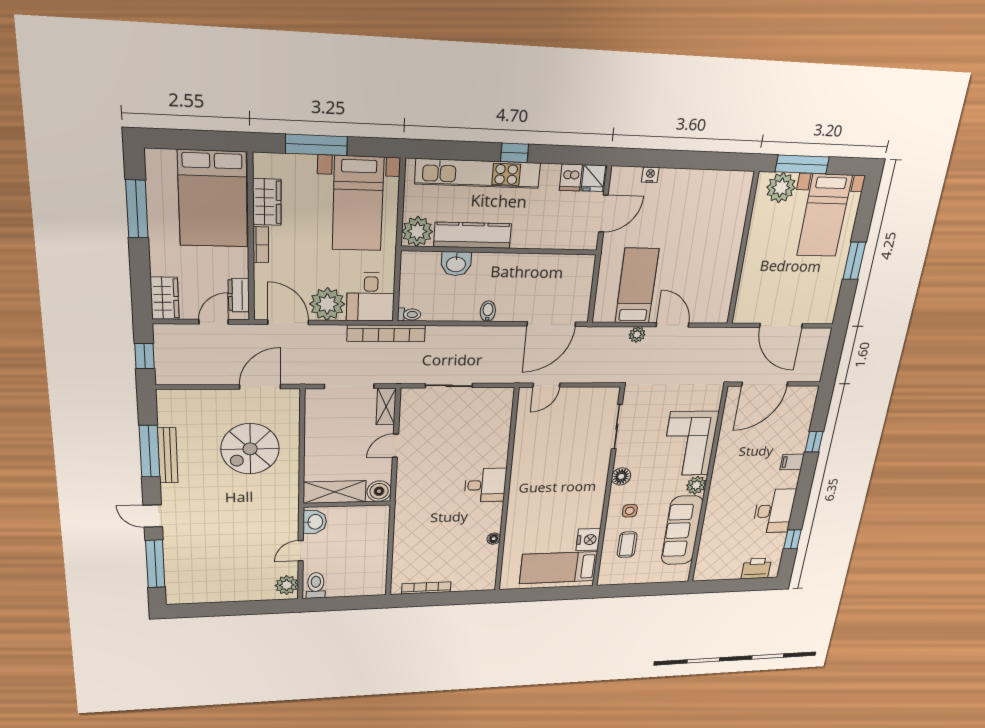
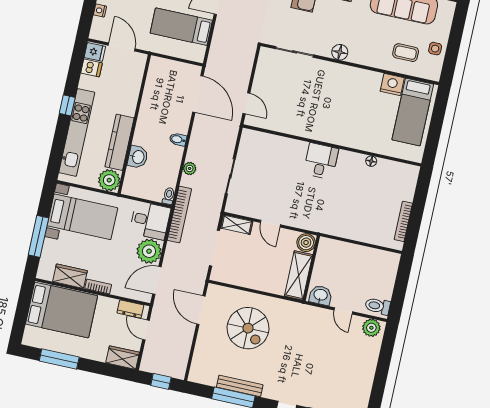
plant: (637, 335) -> (190, 168), moved
side table: (630, 511) -> (435, 49), moved

